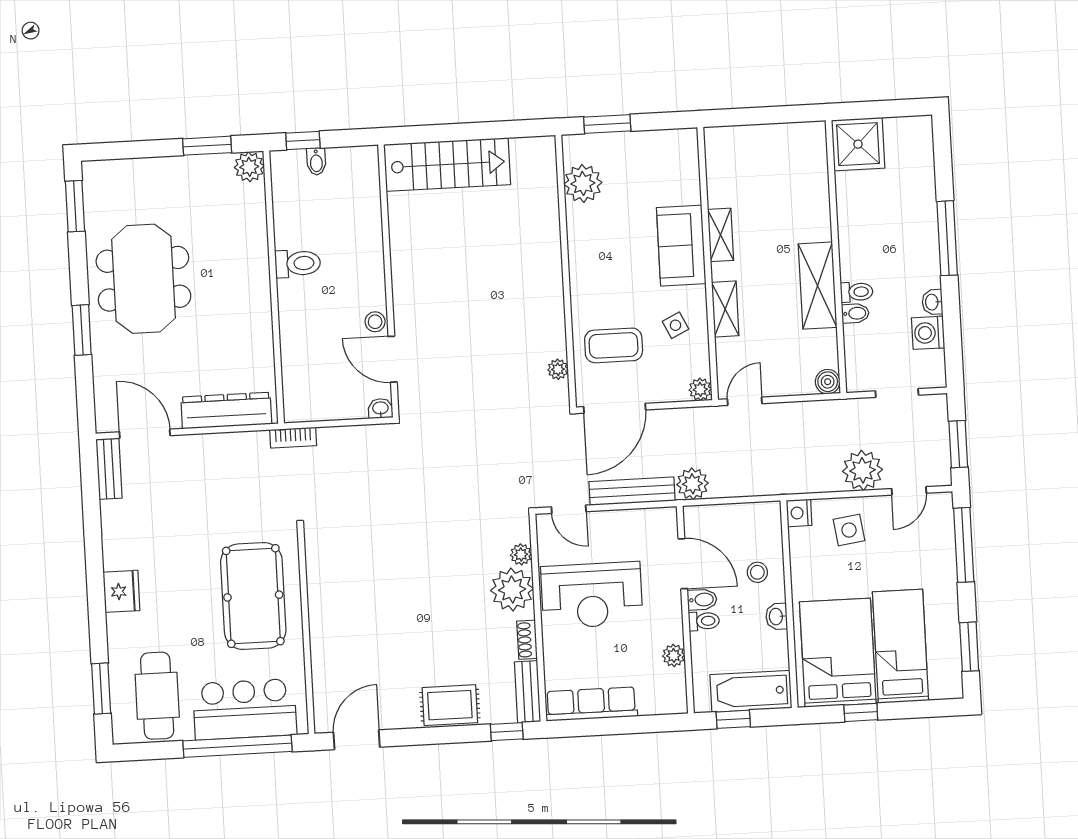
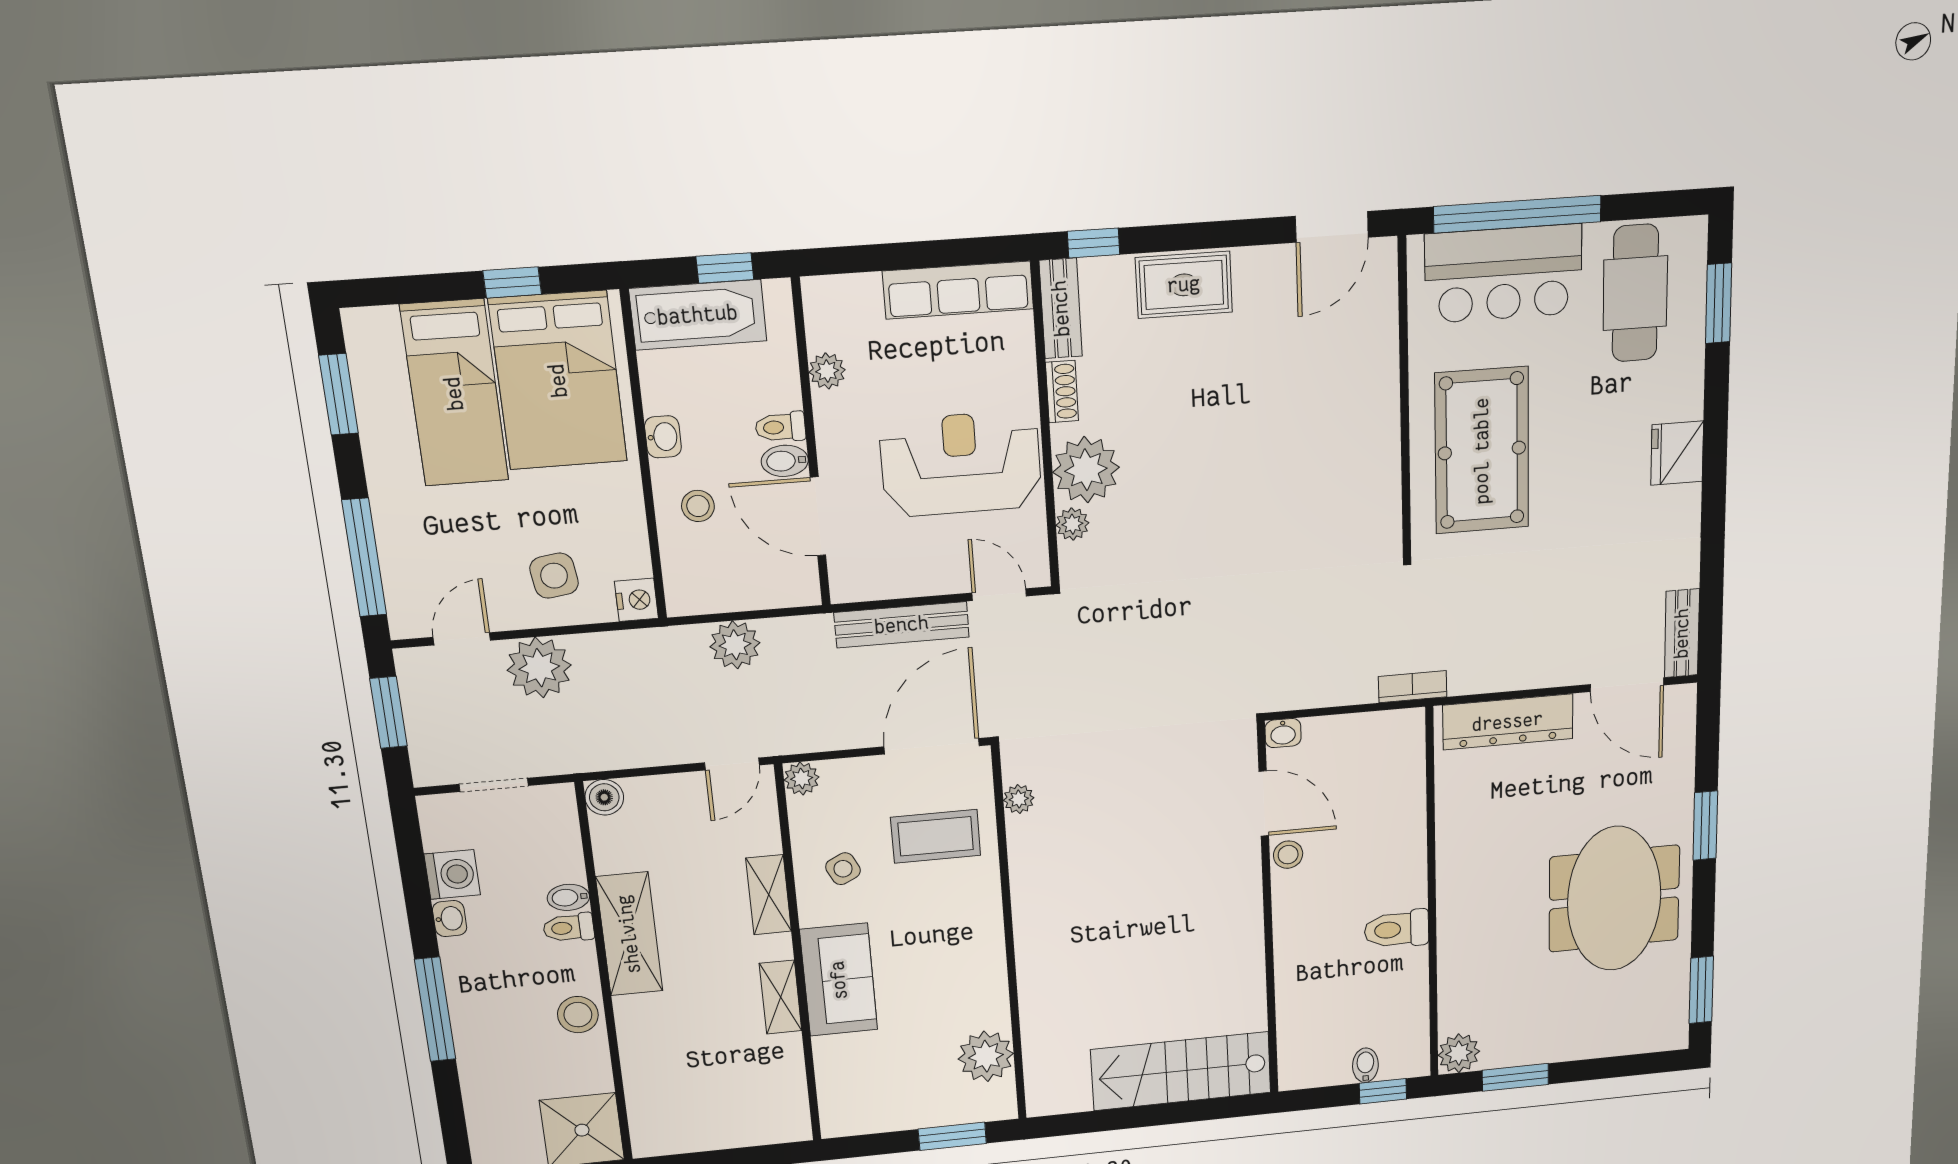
stool: (855, 229) -> (578, 1015), added
plant: (693, 484) -> (735, 645), moved

